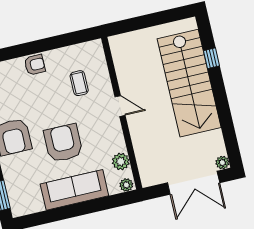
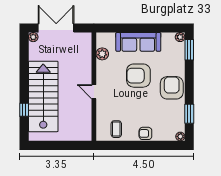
coffee table: (79, 83) -> (116, 129), moved
armchair: (63, 143) -> (138, 76), turned 90
plant: (126, 185) -> (180, 37), moved

